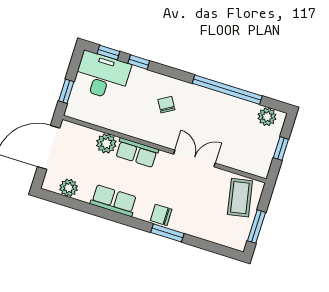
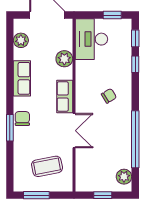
desk: (102, 76) -> (91, 39), moved, turned 180
window: (66, 91) -> (112, 15), moved
row of seats: (137, 153) -> (65, 97), moved
coffee table: (240, 198) -> (47, 166), moved

